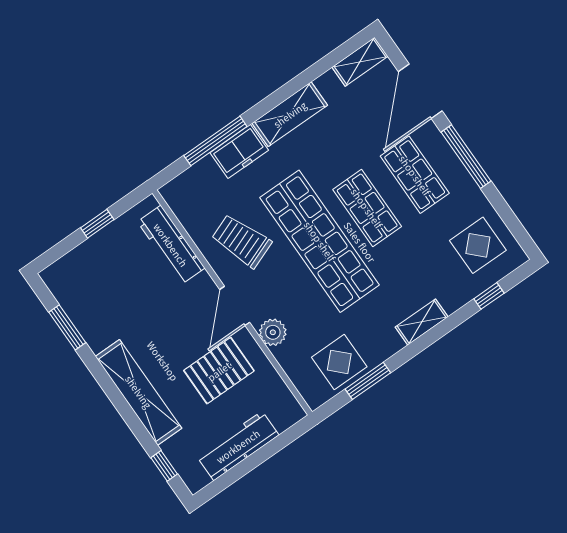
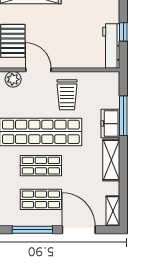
trolley: (241, 241) -> (67, 95), turned 111
workbench: (171, 245) -> (111, 46), moved, turned -90

